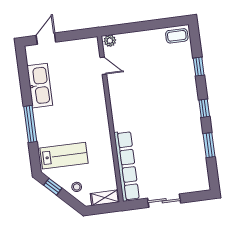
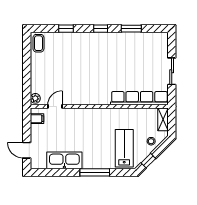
filing cabinet: (86, 46) -> (37, 119), added

